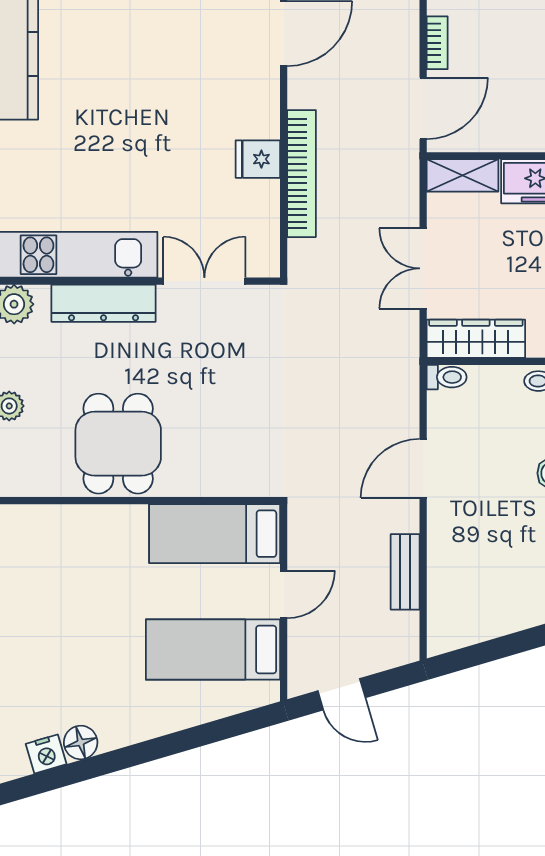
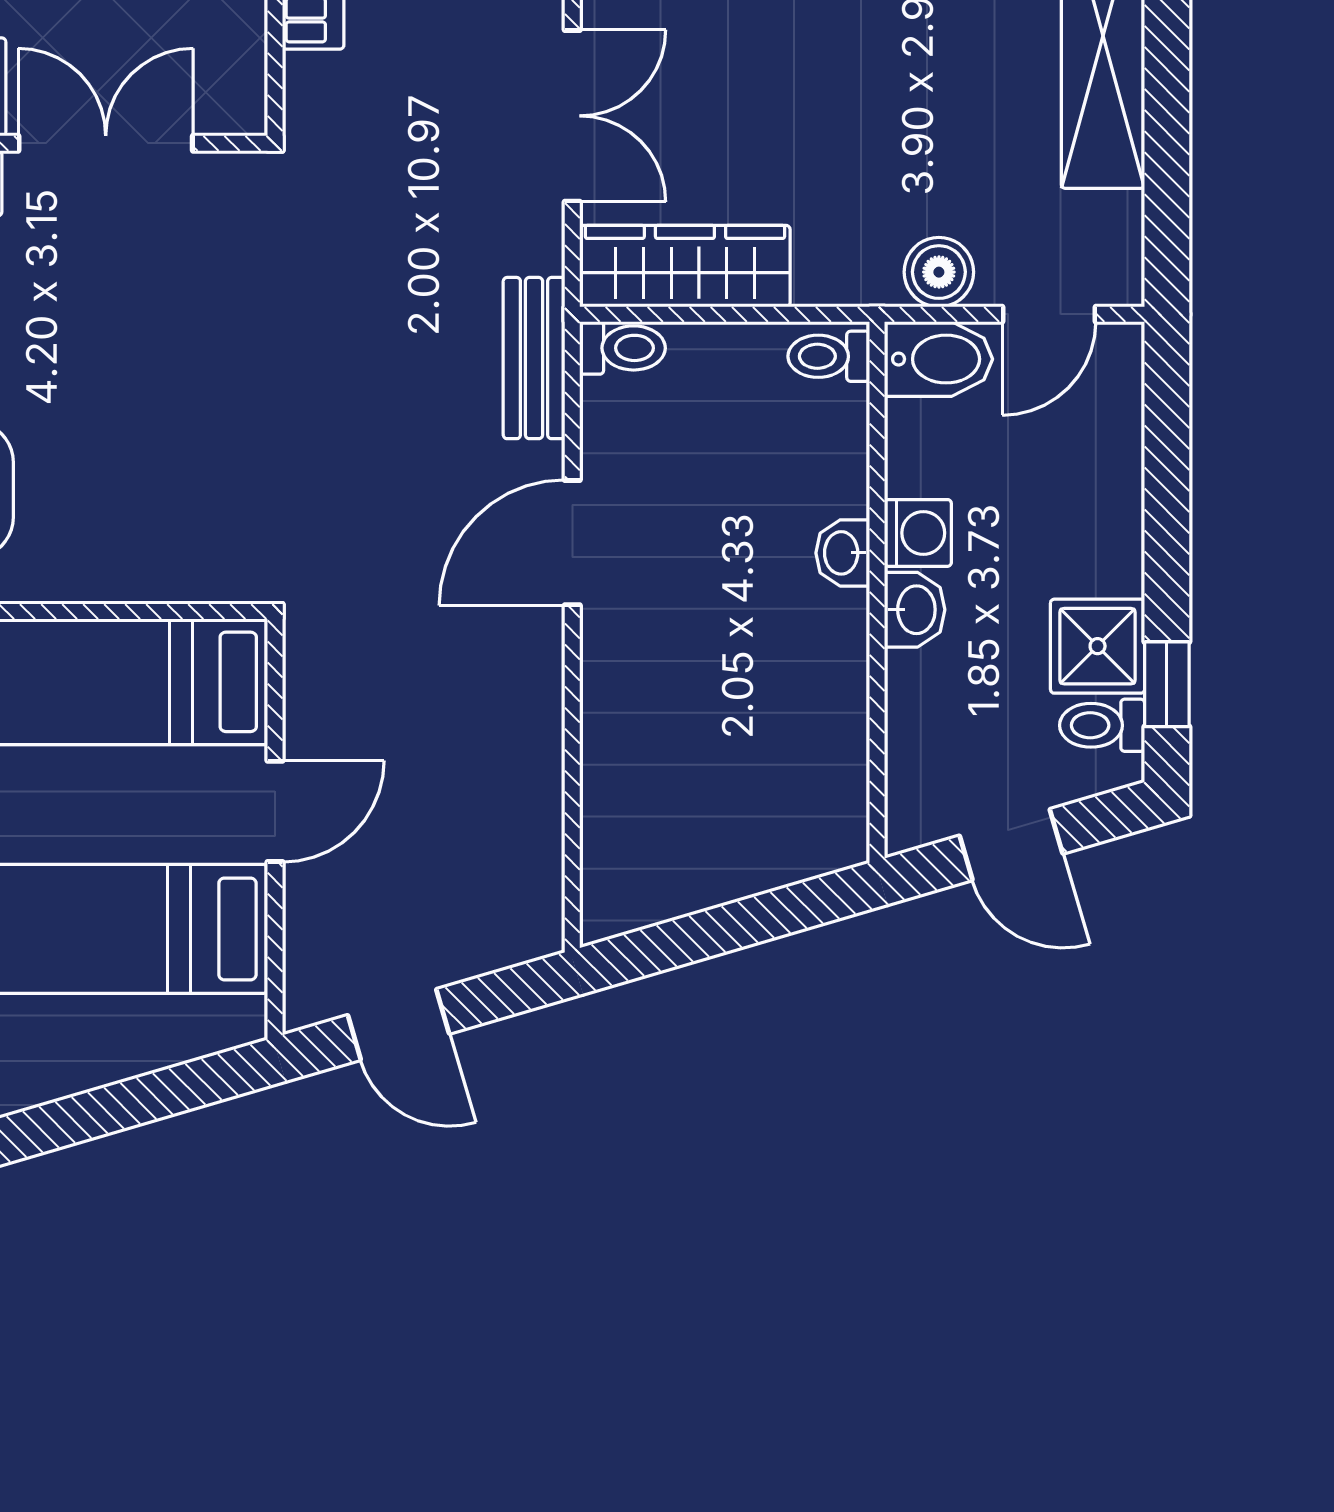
double door: (423, 268) -> (572, 116), swing flipped
bench: (405, 572) -> (534, 358), moved

